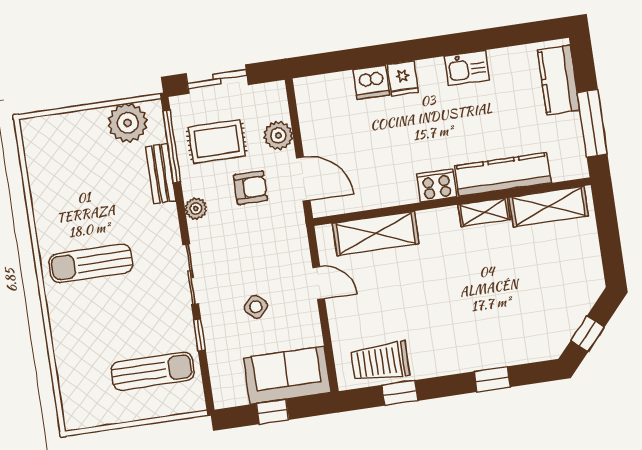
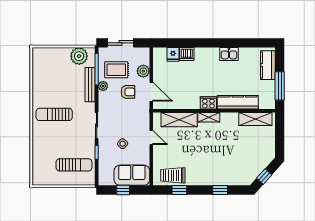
fridge: (403, 78) -> (173, 54), moved
bench: (161, 174) -> (90, 85), width x1.36
plant: (196, 209) -> (103, 86), moved
shelving: (484, 212) -> (209, 117), moved

